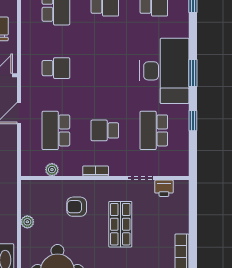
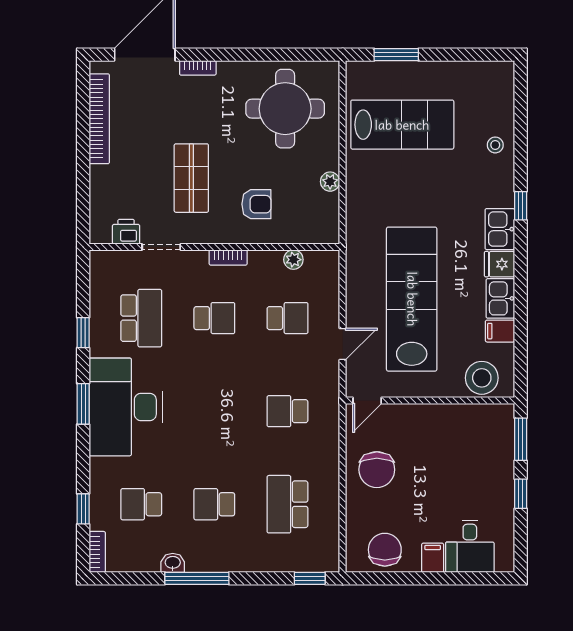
school desk: (56, 130) -> (287, 318), width x0.54

